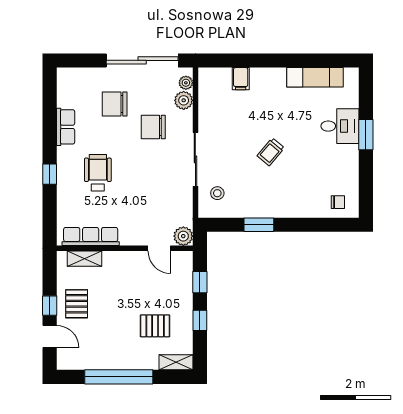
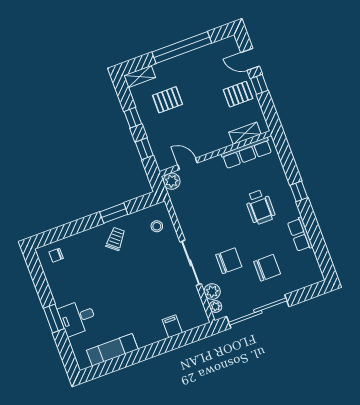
trolley: (271, 152) -> (116, 239), moved
sliding door: (195, 159) -> (191, 263), moved
pallet: (77, 304) -> (238, 94), turned 90

